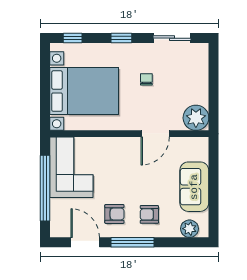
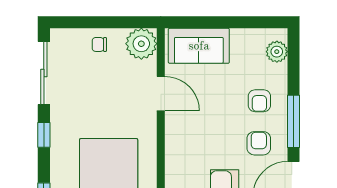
sliding door: (172, 38) -> (44, 73), width x1.37
chair: (146, 79) -> (99, 44), moved
sofa: (194, 187) -> (199, 46), moved

